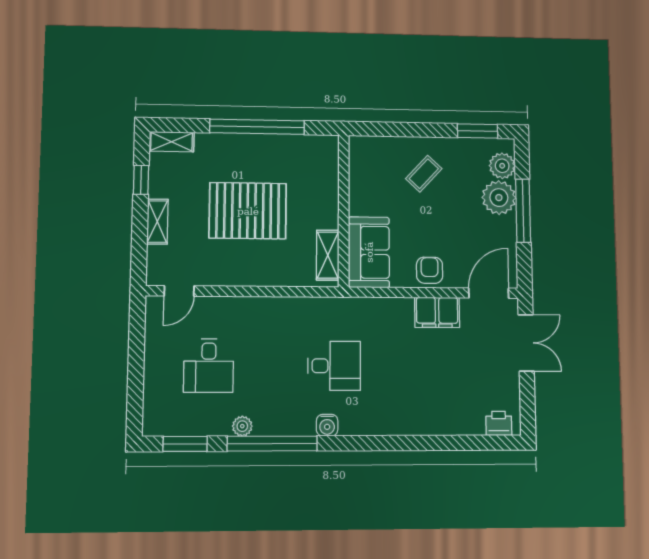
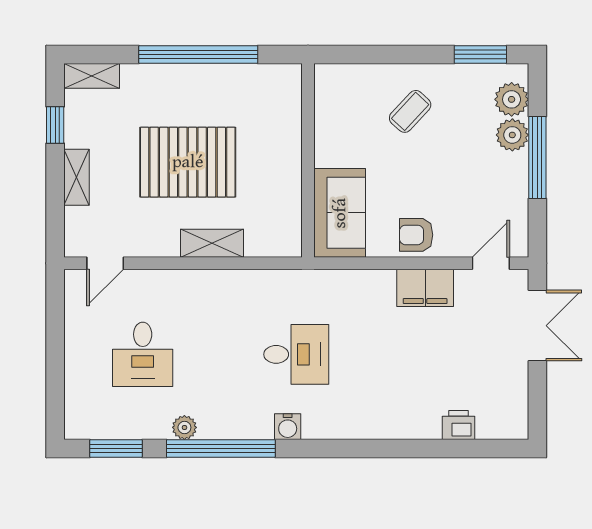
plant: (499, 198) -> (512, 135), width x0.73, depth x0.73
shelving: (328, 255) -> (212, 243), moved, turned 90
armchair: (430, 270) -> (416, 235), turned -90
door: (489, 293) -> (491, 263), width x0.73
printer: (499, 423) -> (459, 425), moved

